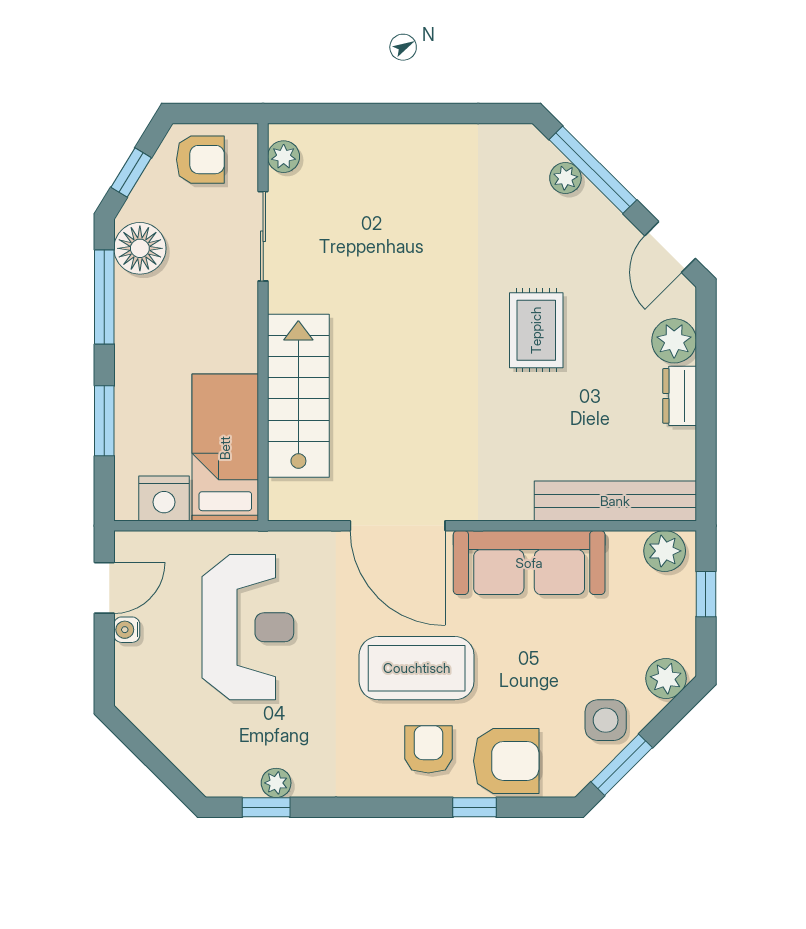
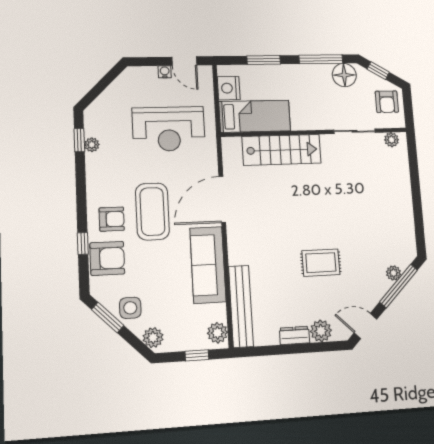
armchair: (506, 761) -> (107, 258), turned -90

